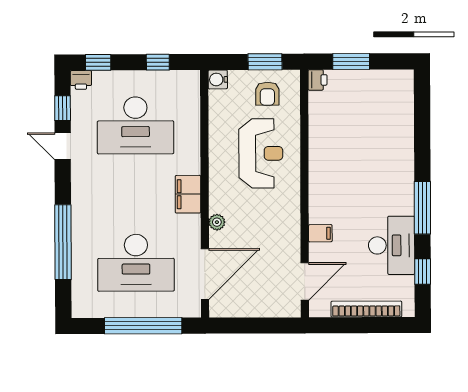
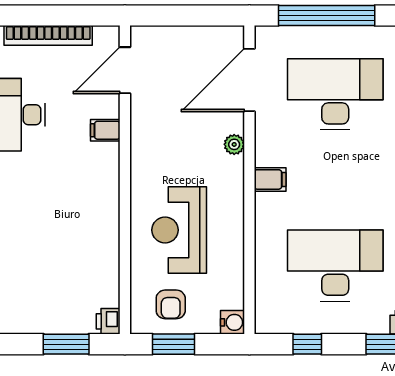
armchair: (267, 94) -> (171, 304), turned 180
filing cabinet: (188, 194) -> (270, 179), width x0.50

